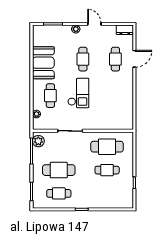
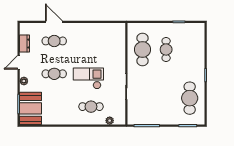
dresser: (125, 30) -> (25, 44), moved
booth: (43, 63) -> (31, 108), moved, turned 90
plant: (38, 141) -> (137, 119), removed
cafe table: (59, 170) -> (166, 98), removed
cafe table: (59, 193) -> (190, 98), width x1.37, depth x1.35

